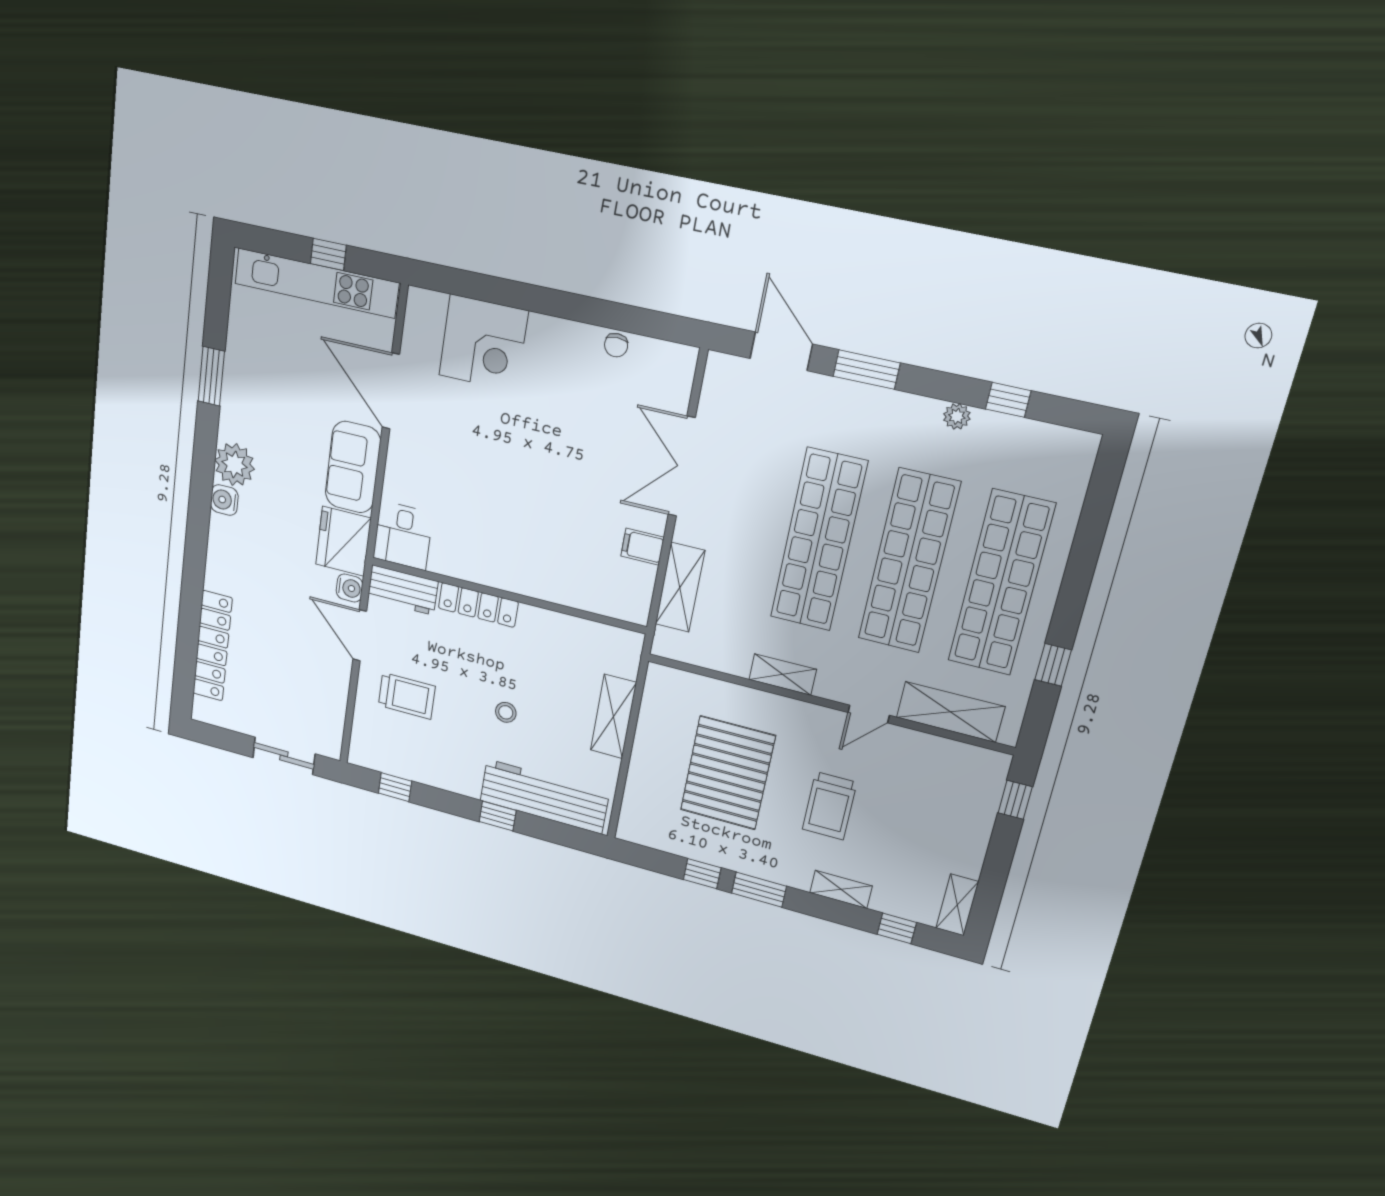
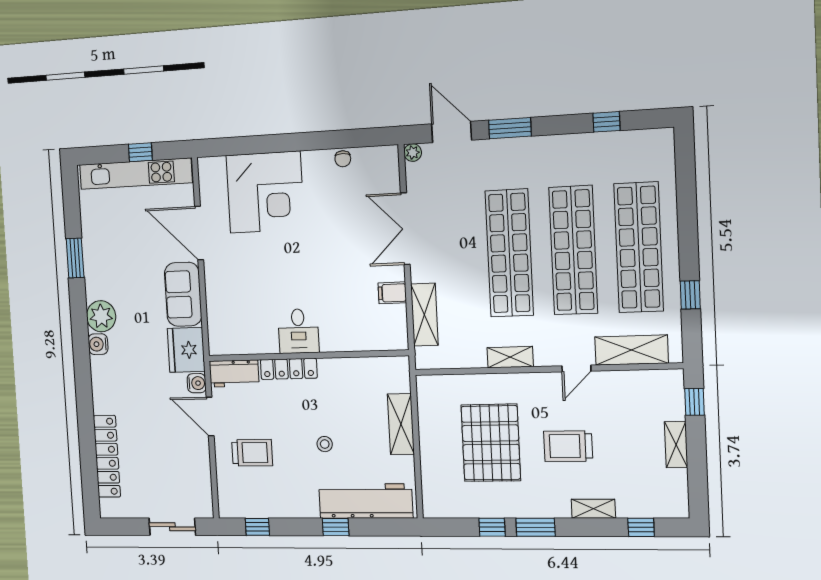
corner desk: (483, 343) -> (265, 192), width x1.36, depth x1.36
plant: (957, 416) -> (413, 153), moved
desk: (403, 536) -> (298, 331), moved
trolley: (830, 806) -> (568, 446), turned 90
shelving: (957, 905) -> (676, 445), moved

